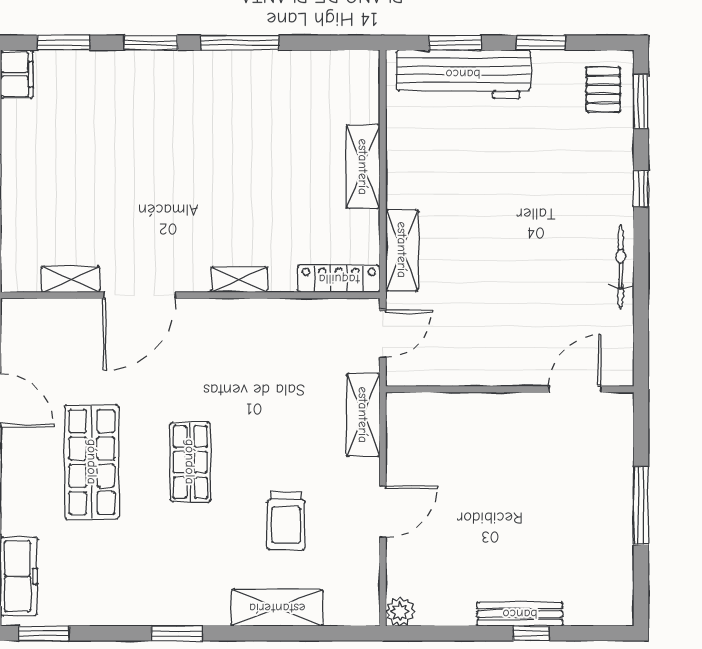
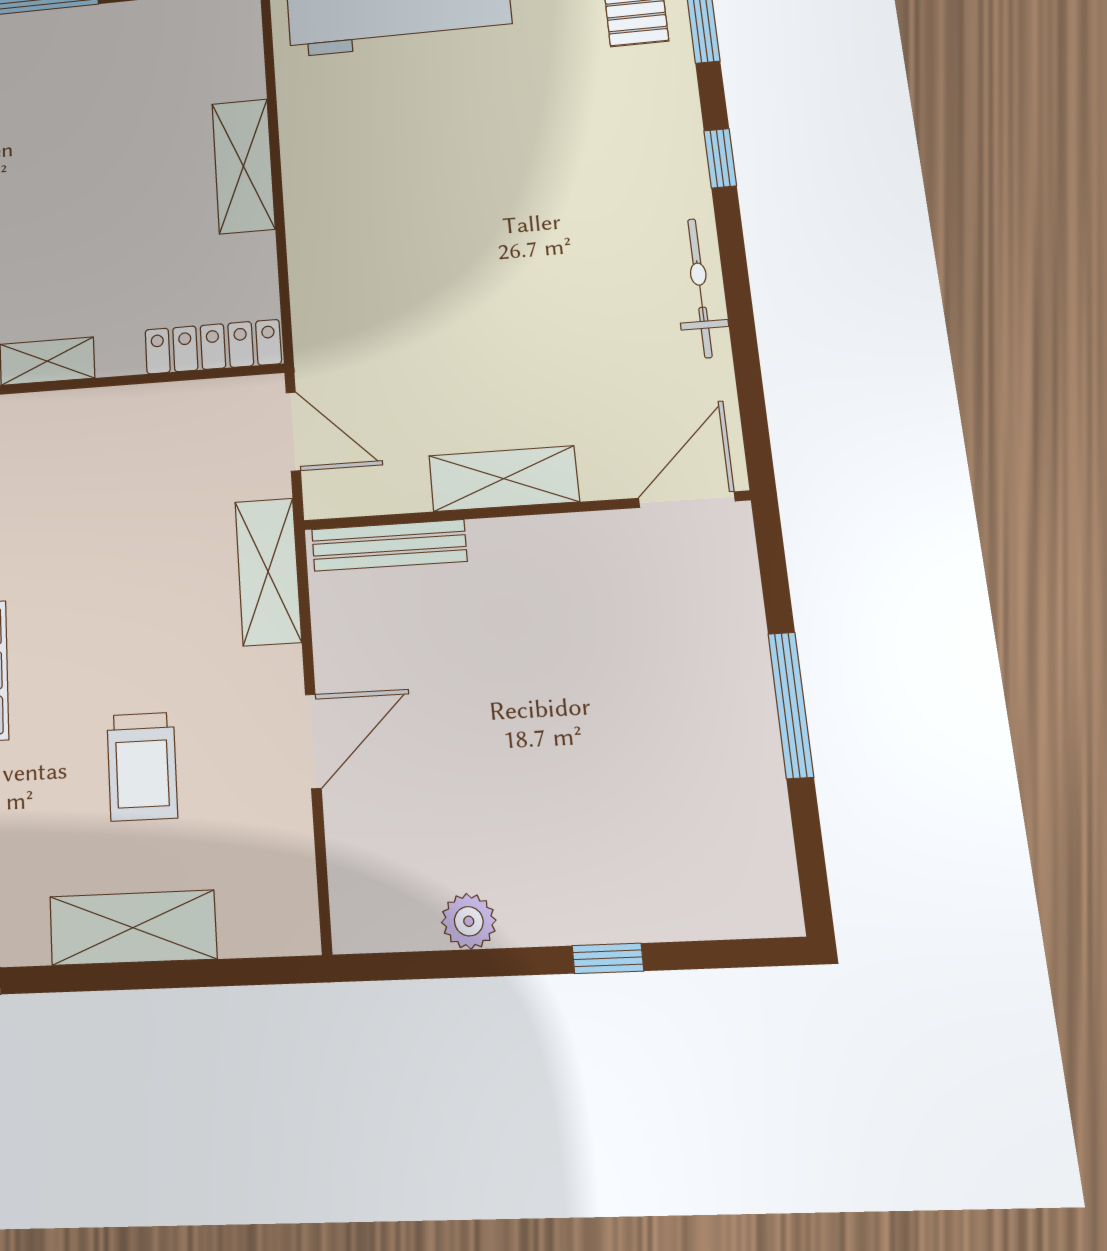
shelving: (402, 250) -> (504, 479), moved, turned 90
door: (383, 334) -> (293, 432), hinge flipped
door: (575, 389) -> (687, 500), moved
plant: (400, 612) -> (469, 921), moved
bench: (520, 614) -> (389, 545), moved

